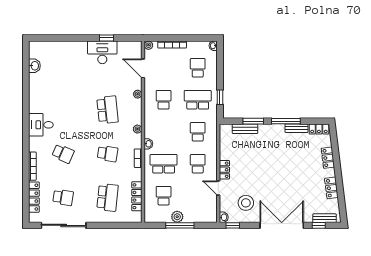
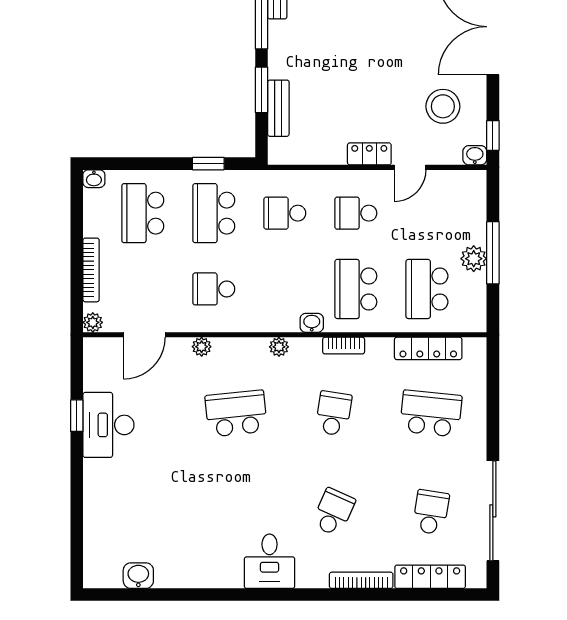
school desk: (198, 68) -> (143, 213), width x1.85
school desk: (164, 196) -> (427, 289), width x1.85

